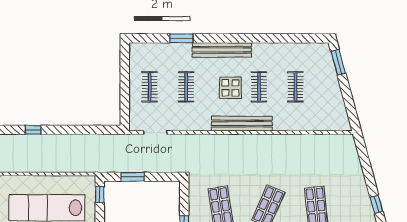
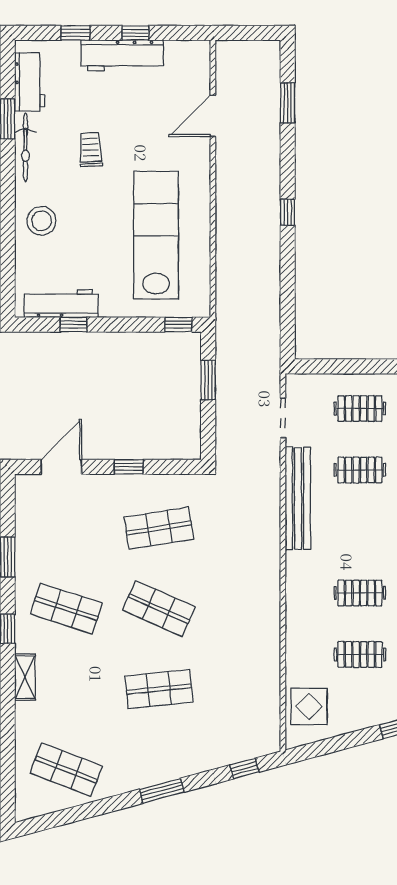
display table: (230, 88) -> (309, 706), moved
bench: (242, 124) -> (298, 498), moved
window: (363, 155) -> (244, 768), added
window: (376, 204) -> (162, 791), width x1.50

